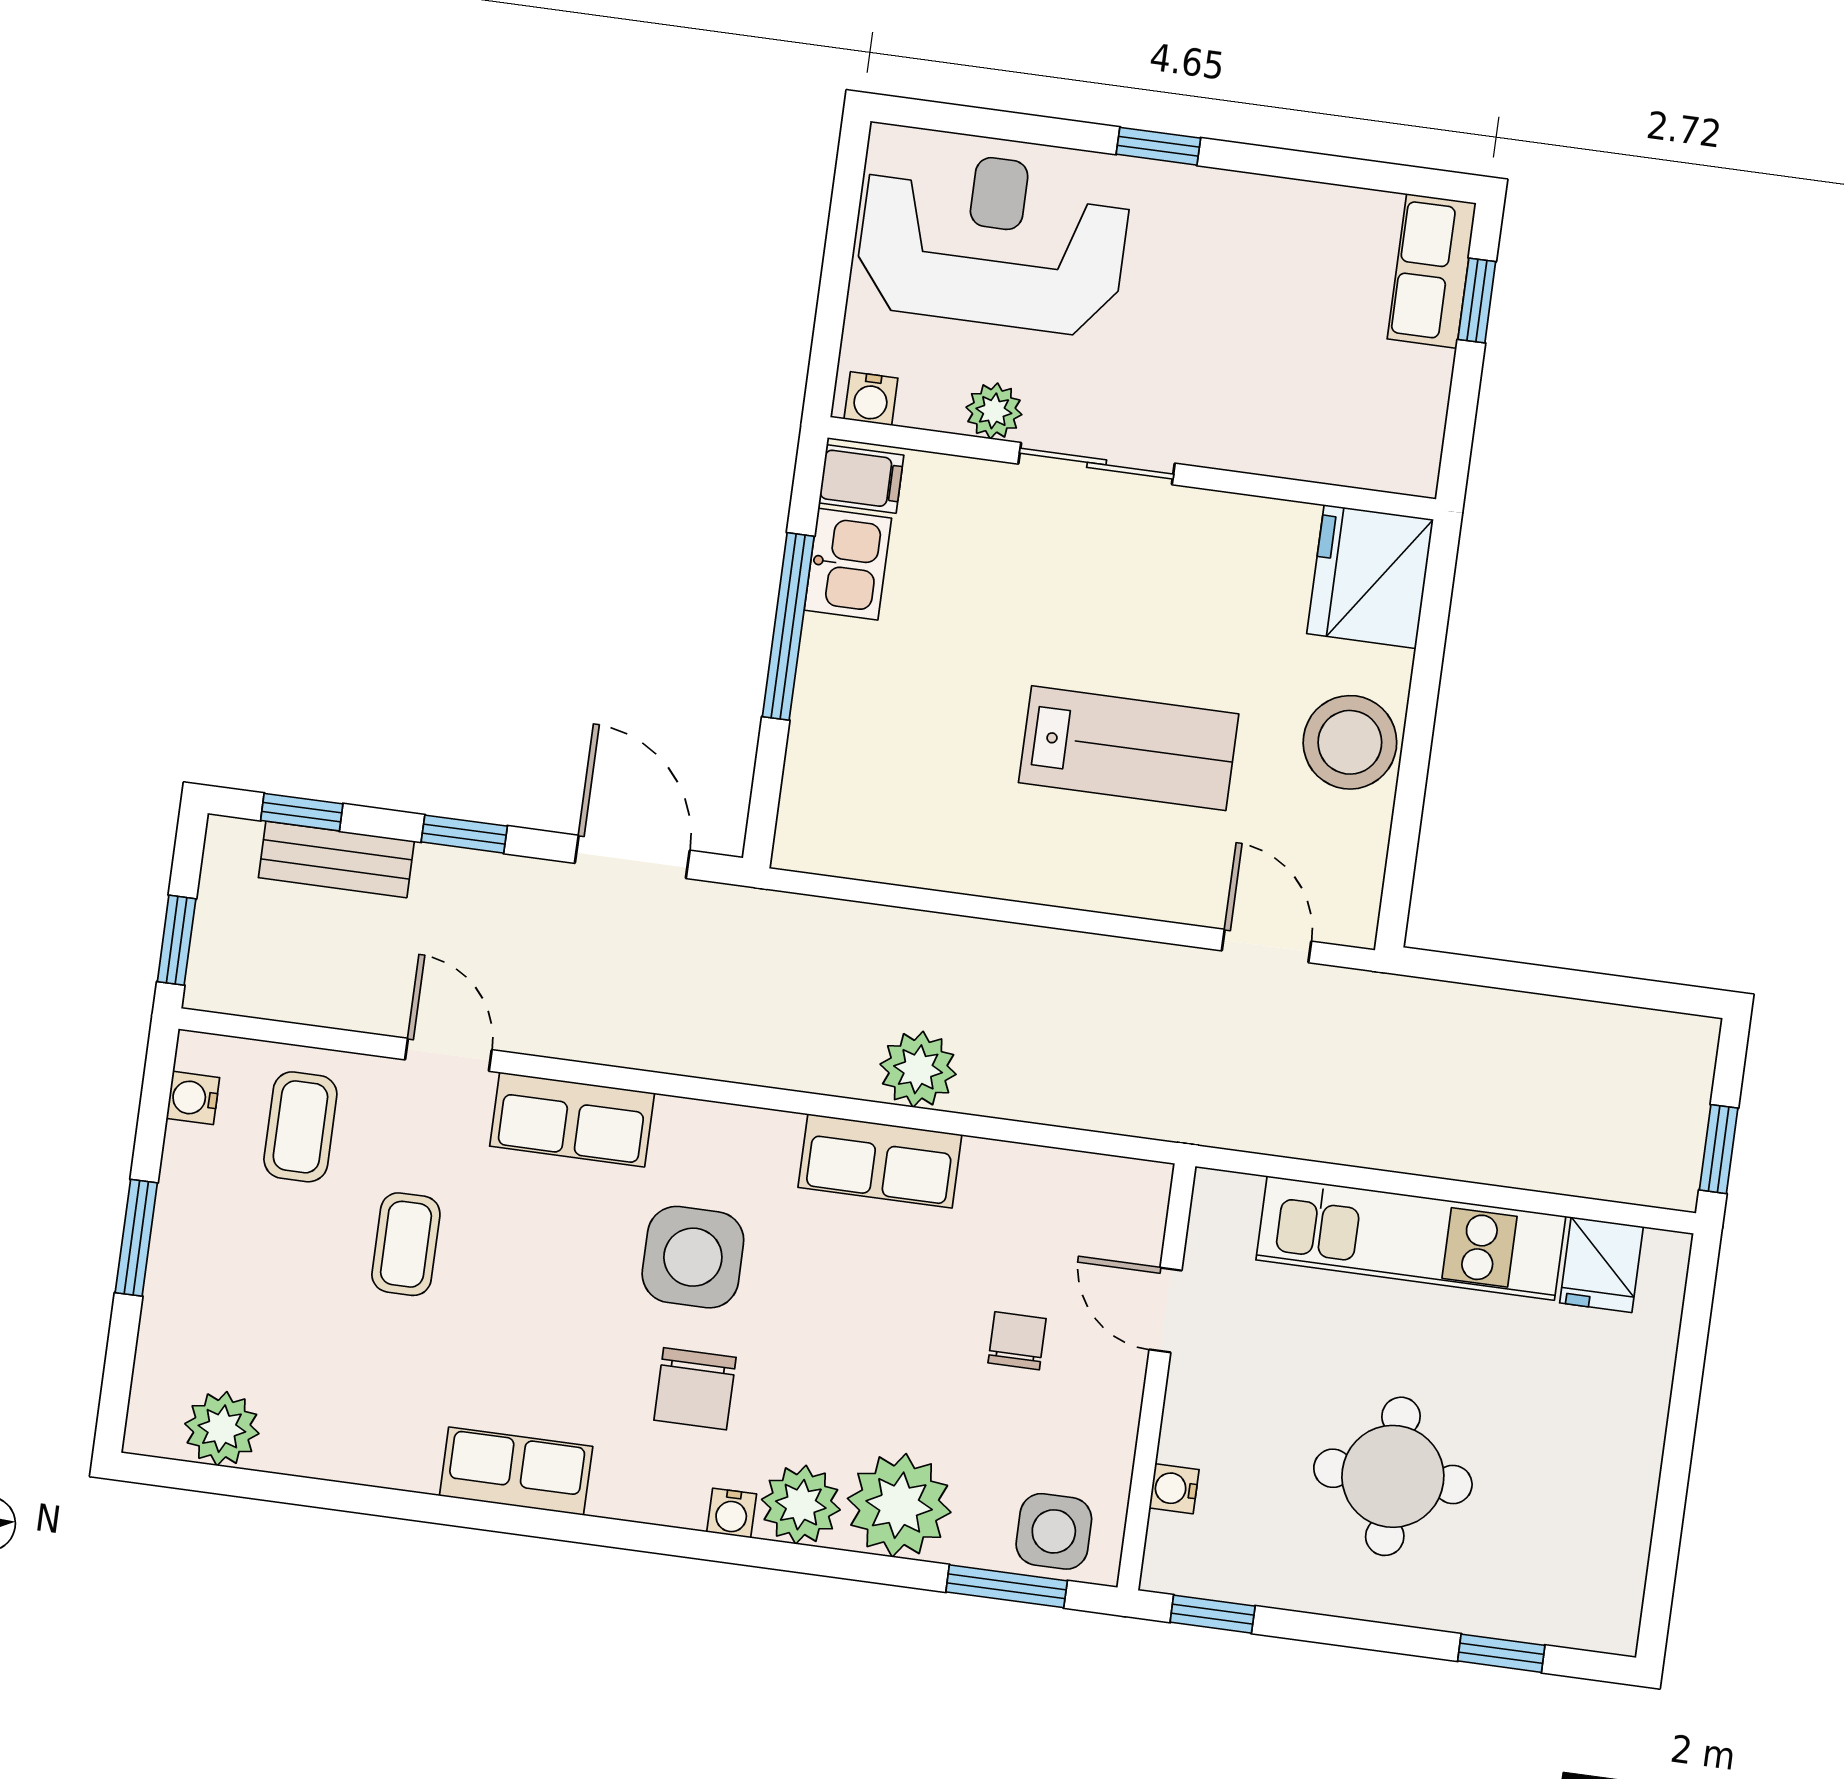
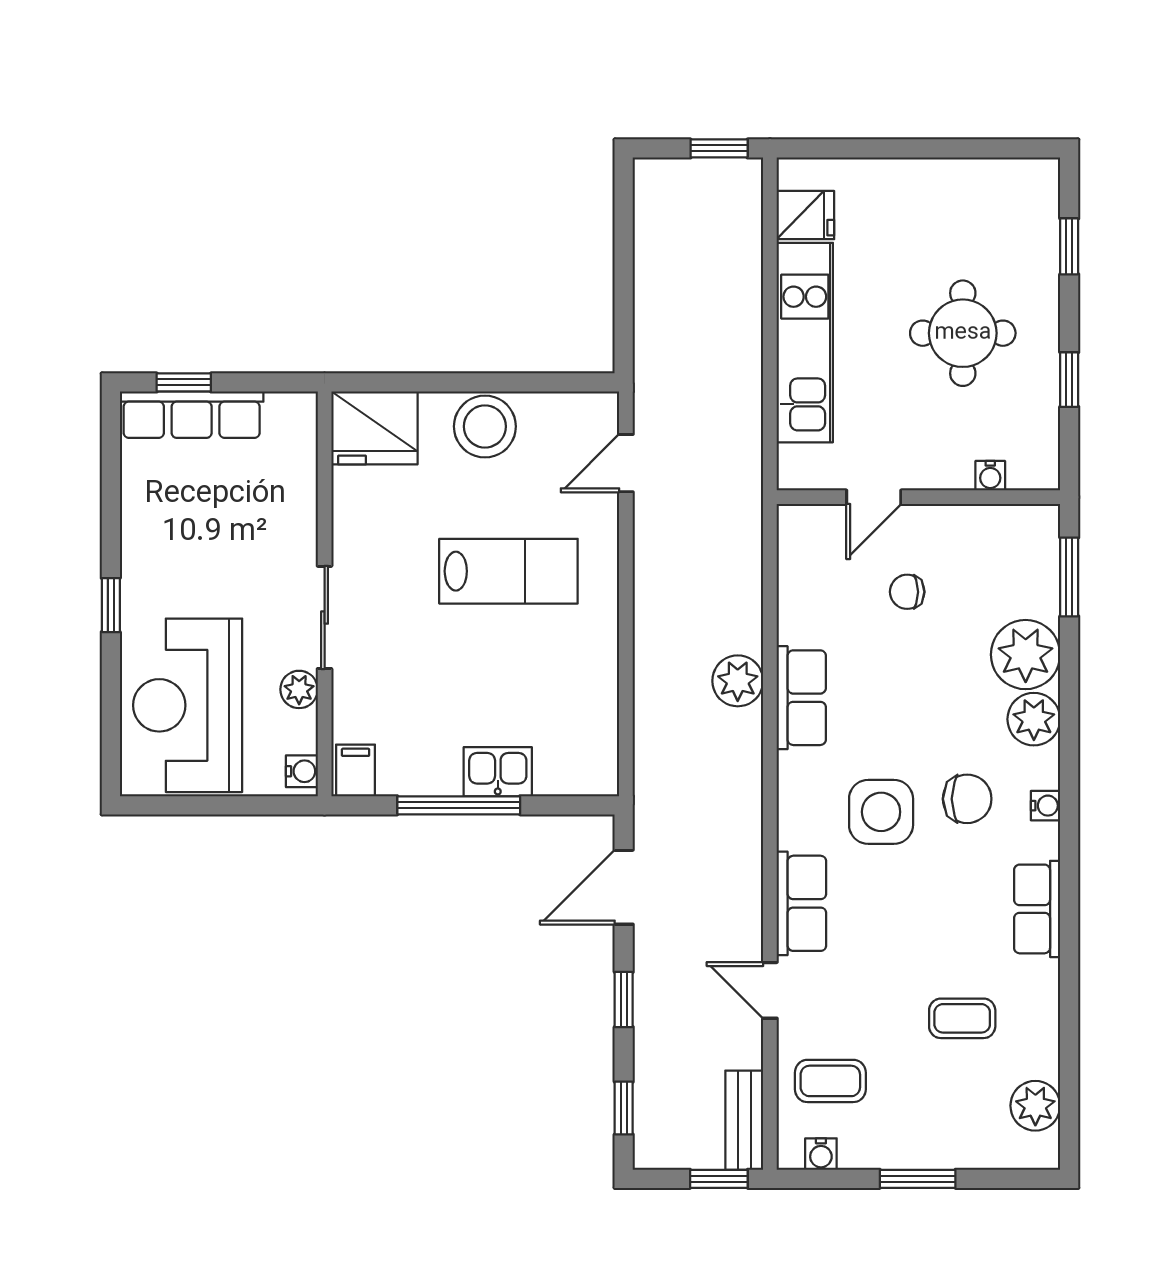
row of seats: (1432, 271) -> (192, 415), width x1.48
kitchen sink: (848, 564) -> (498, 772), moved
lab bench: (1129, 748) -> (508, 571), turned 90
bench: (336, 859) -> (744, 1120), moved
door: (448, 1055) -> (770, 990), hinge flipped
coffee table: (406, 1244) -> (962, 1018), moved
water cooler: (732, 1513) -> (1045, 806), moved
side table: (1054, 1531) -> (1029, 551), removed
window: (1213, 1614) -> (1069, 380), moved

